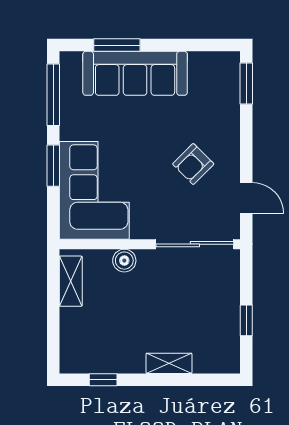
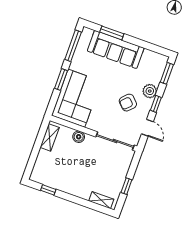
plant: (226, 128) -> (150, 91), added
window: (246, 148) -> (156, 104), added
shelving: (169, 363) -> (101, 200), moved

